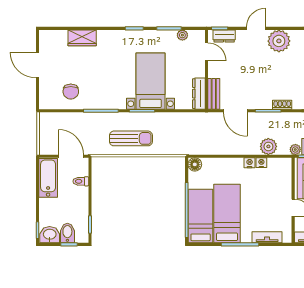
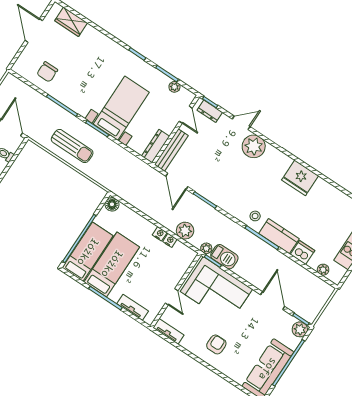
wardrobe: (82, 38) -> (71, 22), moved
bench: (214, 94) -> (171, 150), width x1.36
shoe rack: (282, 105) -> (220, 203), removed

